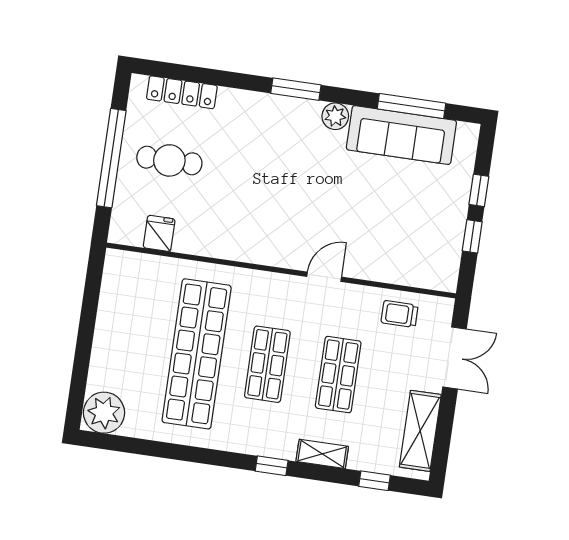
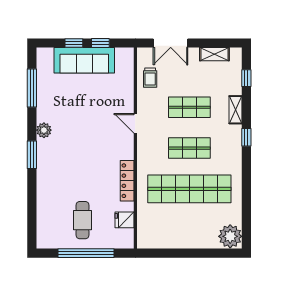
locker: (182, 92) -> (127, 181), moved, turned 180
sofa: (401, 135) -> (84, 60), moved, turned 90
double door: (454, 358) -> (171, 43), swing flipped
shelving: (420, 431) -> (214, 54), width x0.67, depth x0.75

